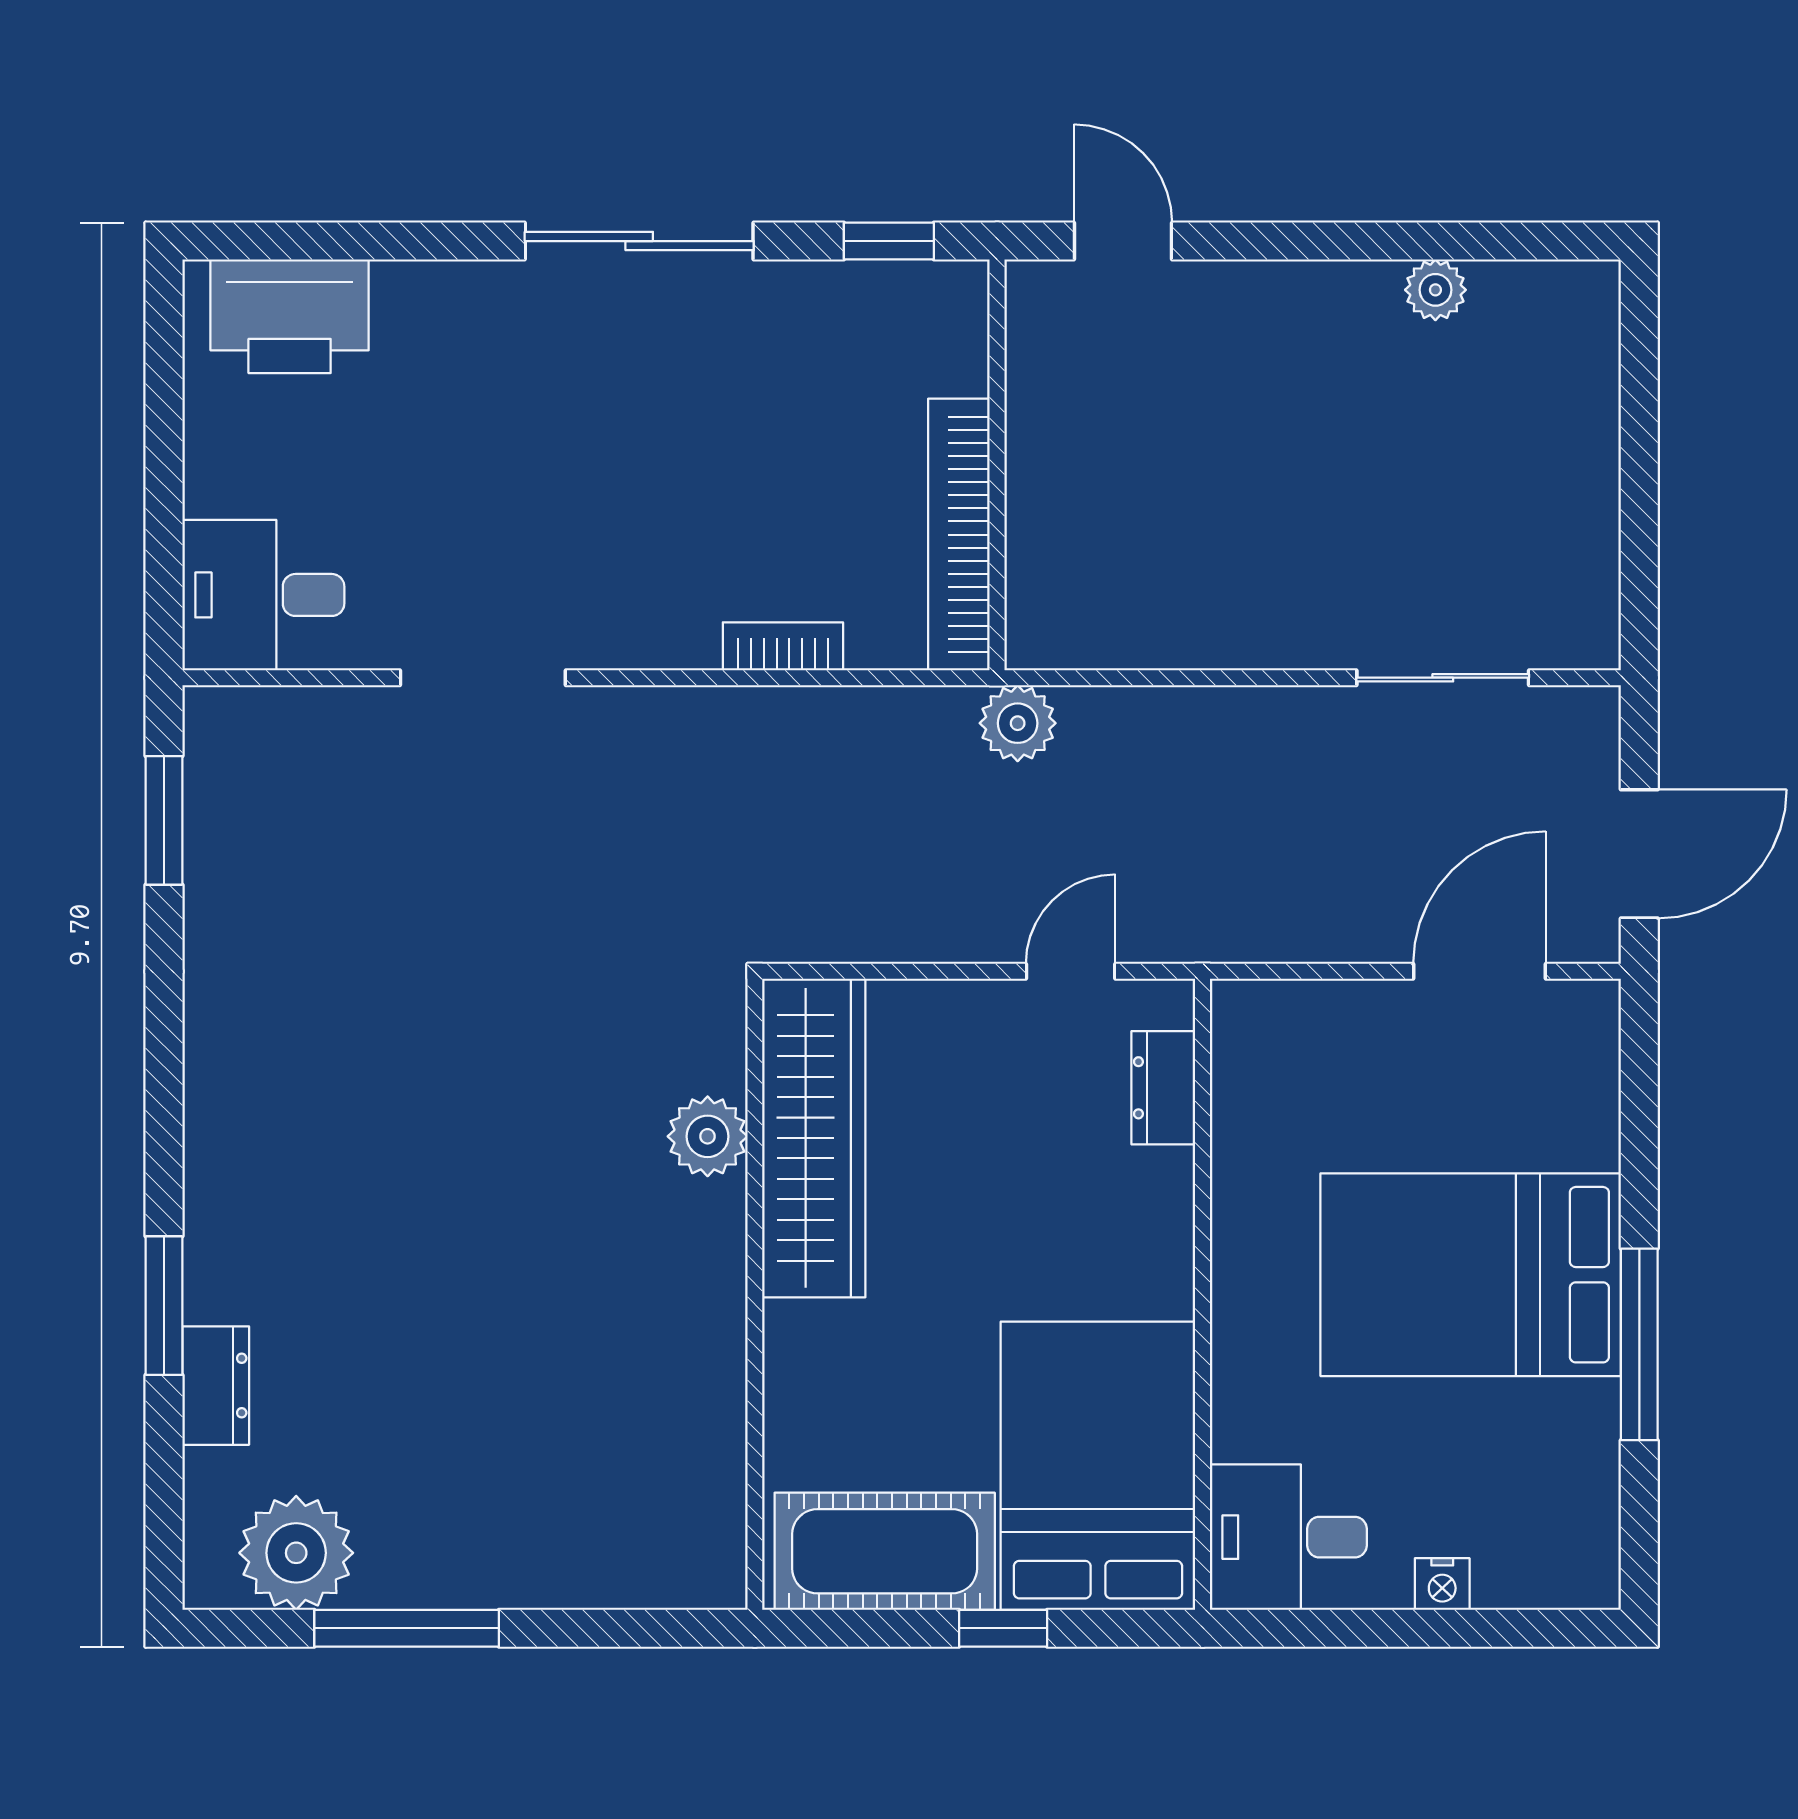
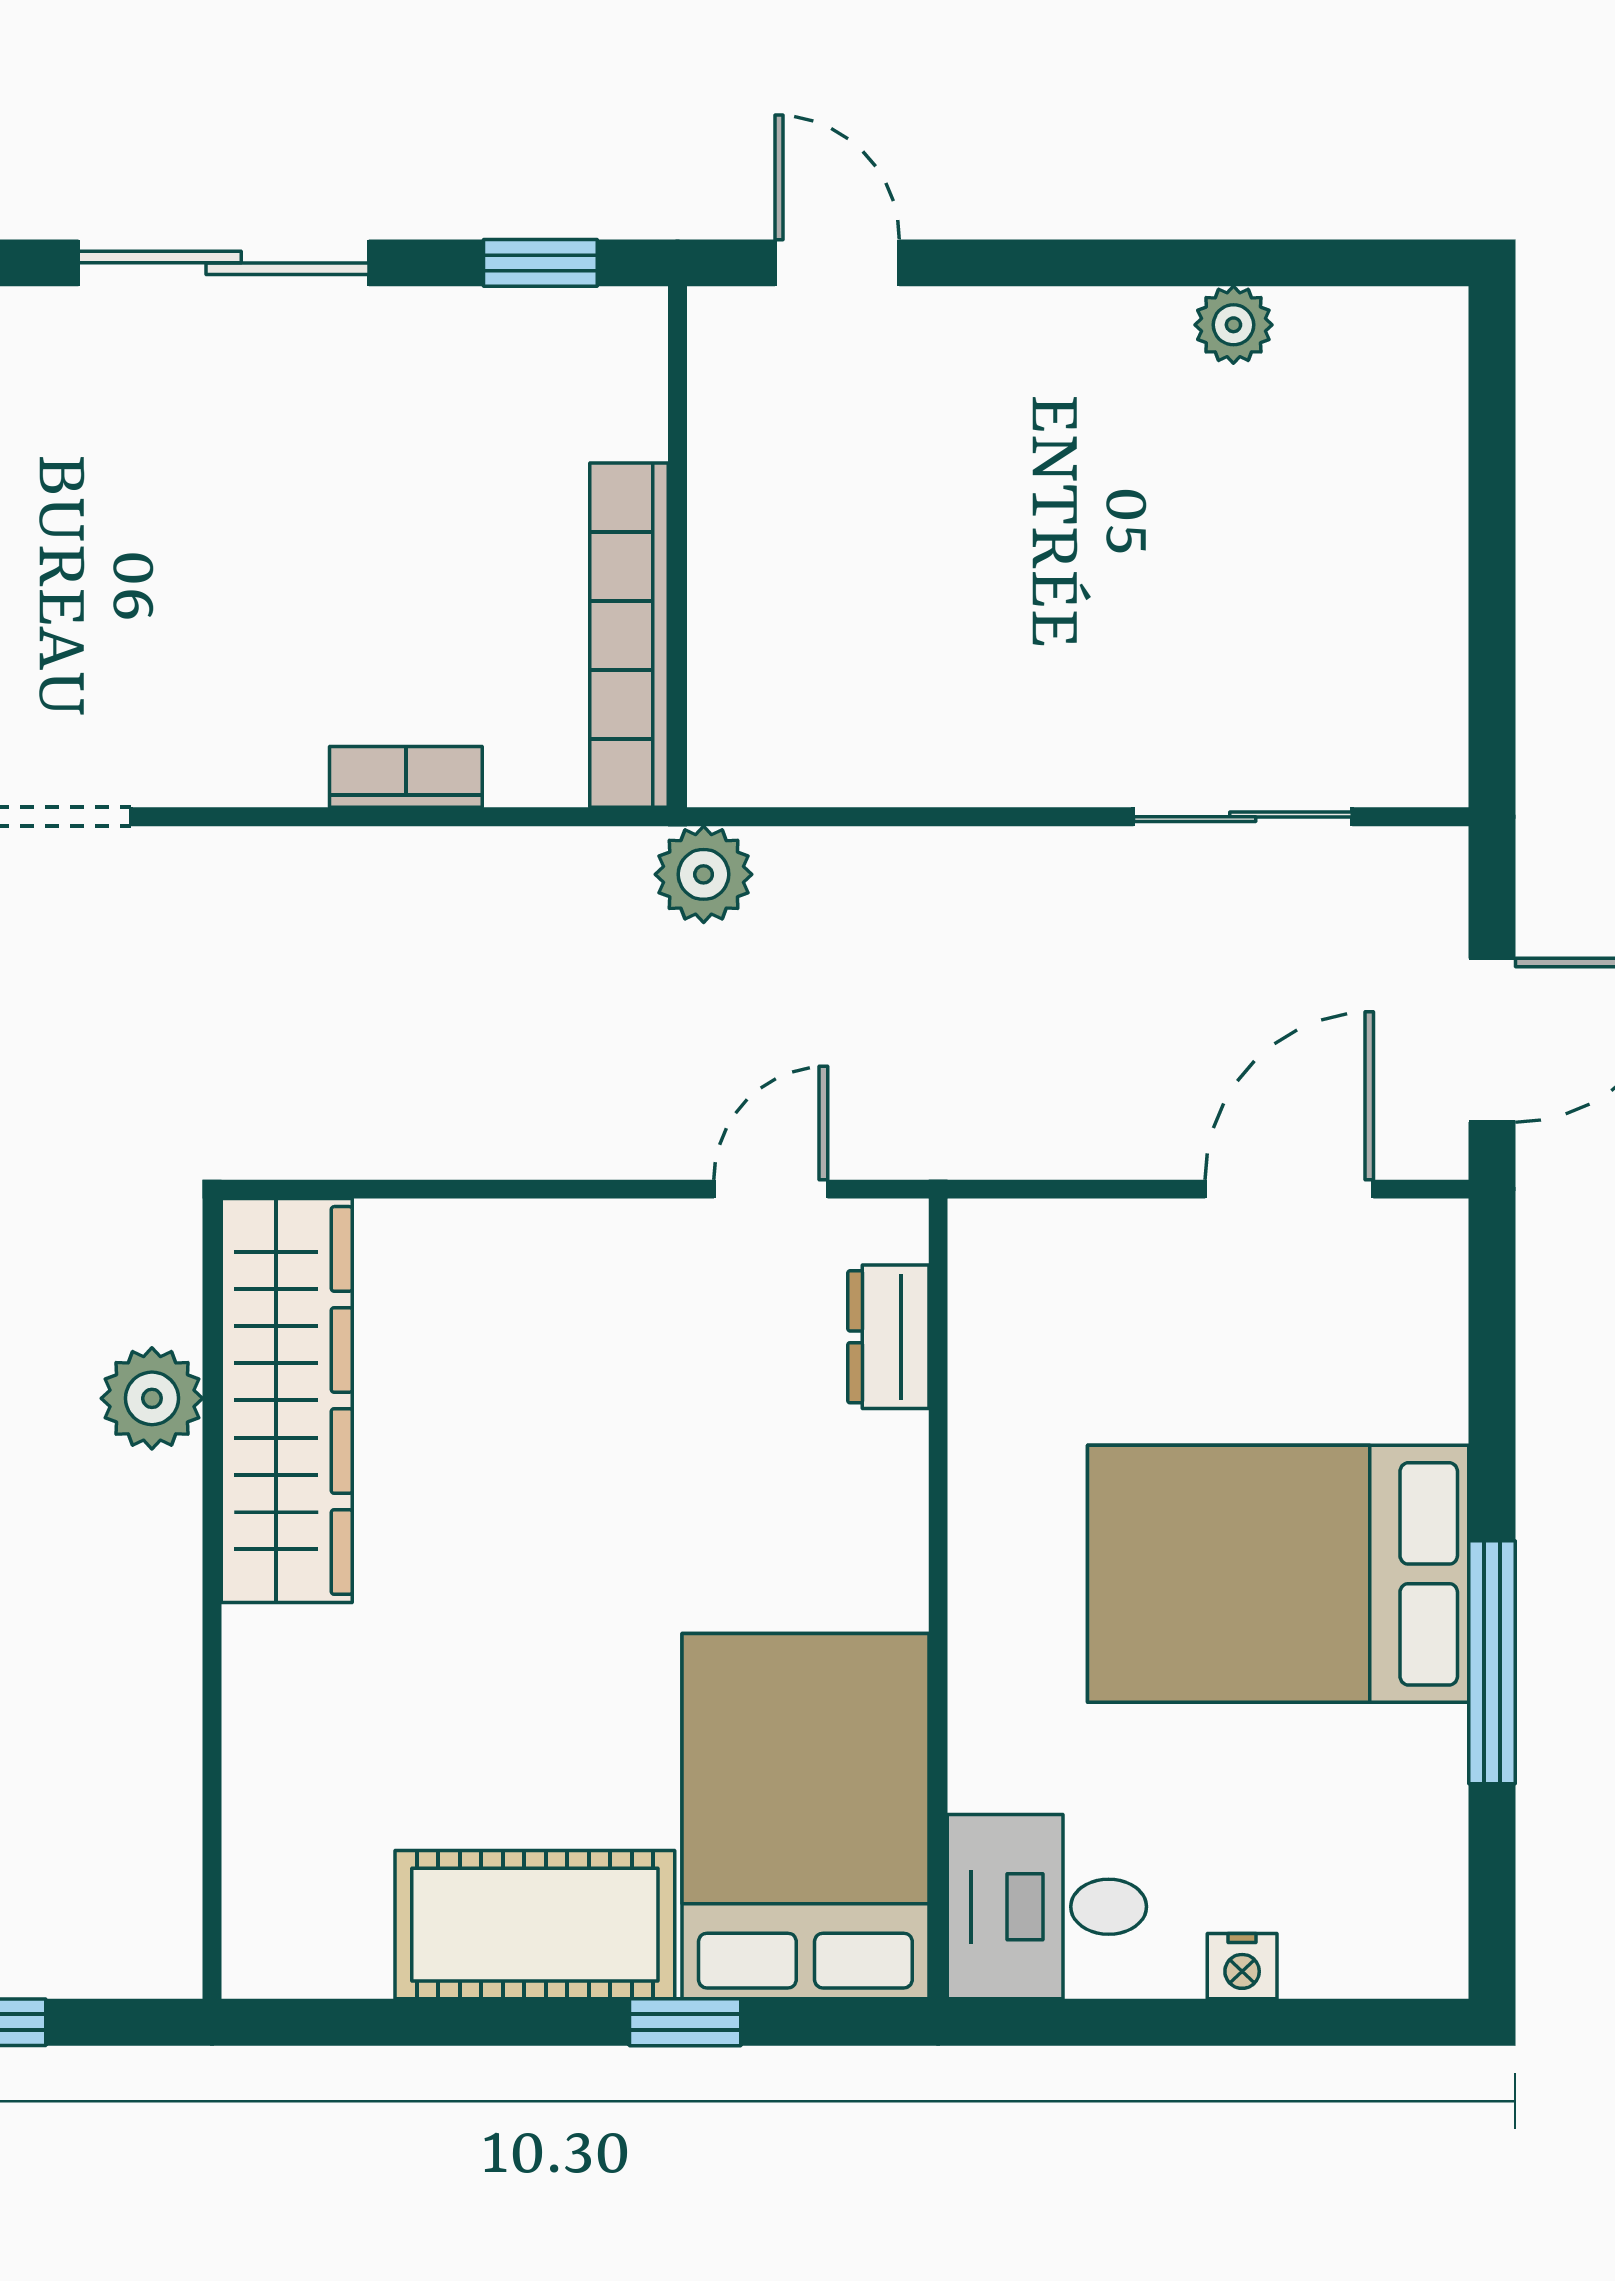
plant: (708, 1136) -> (152, 1398), moved
wardrobe: (814, 1138) -> (287, 1400), moved
wall: (755, 1294) -> (212, 1599), moved

